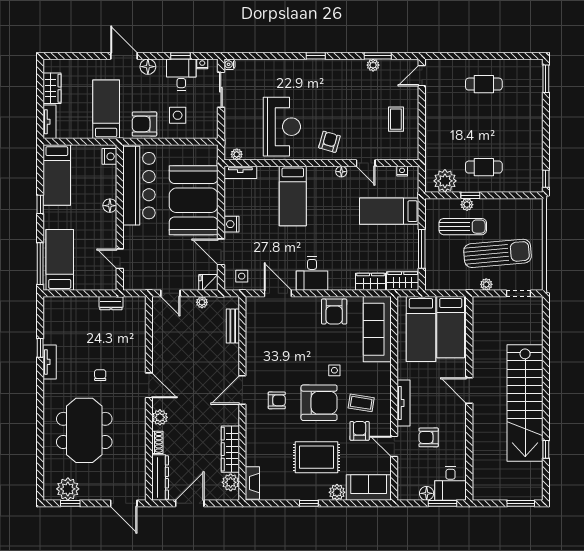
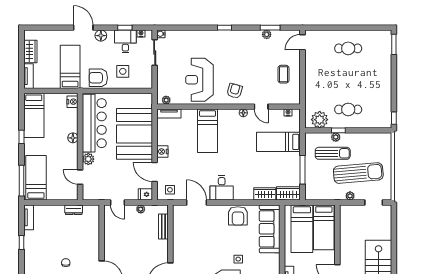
reception desk: (282, 127) -> (199, 80), turned 180
plant: (131, 234) -> (88, 159), added
tv unit: (50, 362) -> (29, 217), moved

